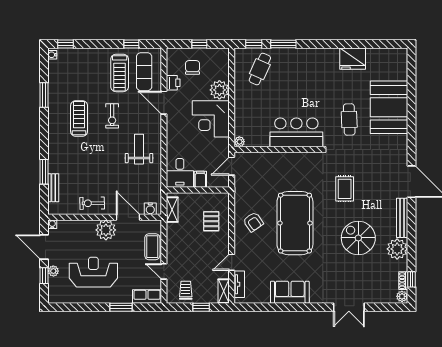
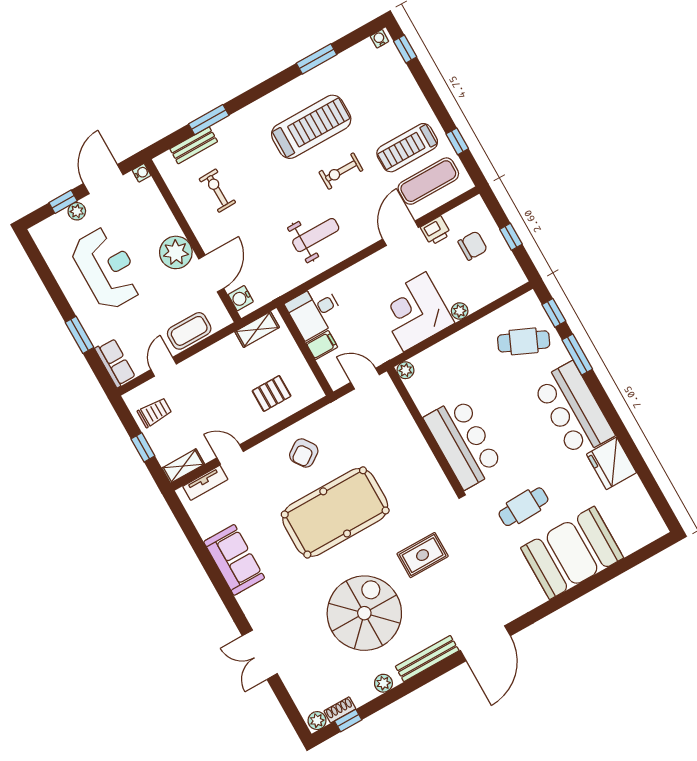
bar counter: (312, 63) -> (573, 410), added
plant: (219, 90) -> (460, 311), width x0.53, depth x0.53
treadmill: (79, 119) -> (311, 127), width x1.37, depth x1.38
exercise bike: (92, 203) -> (217, 191), moved
spiral stairs: (358, 238) -> (364, 613), width x1.37, depth x1.37
plant: (397, 249) -> (383, 683), width x0.53, depth x0.53

